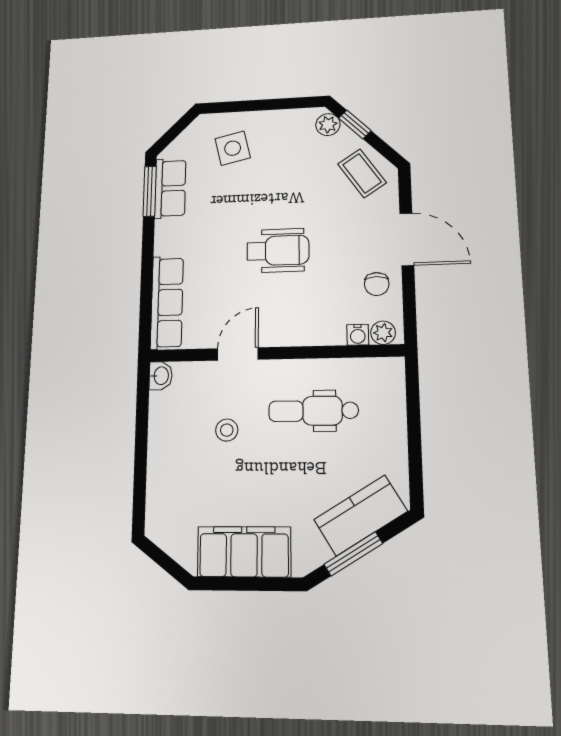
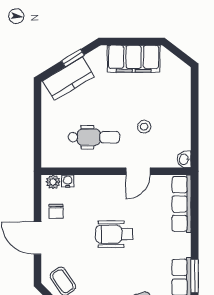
chair: (377, 284) -> (56, 211), turned 180
window: (353, 554) -> (73, 58), width x0.67

